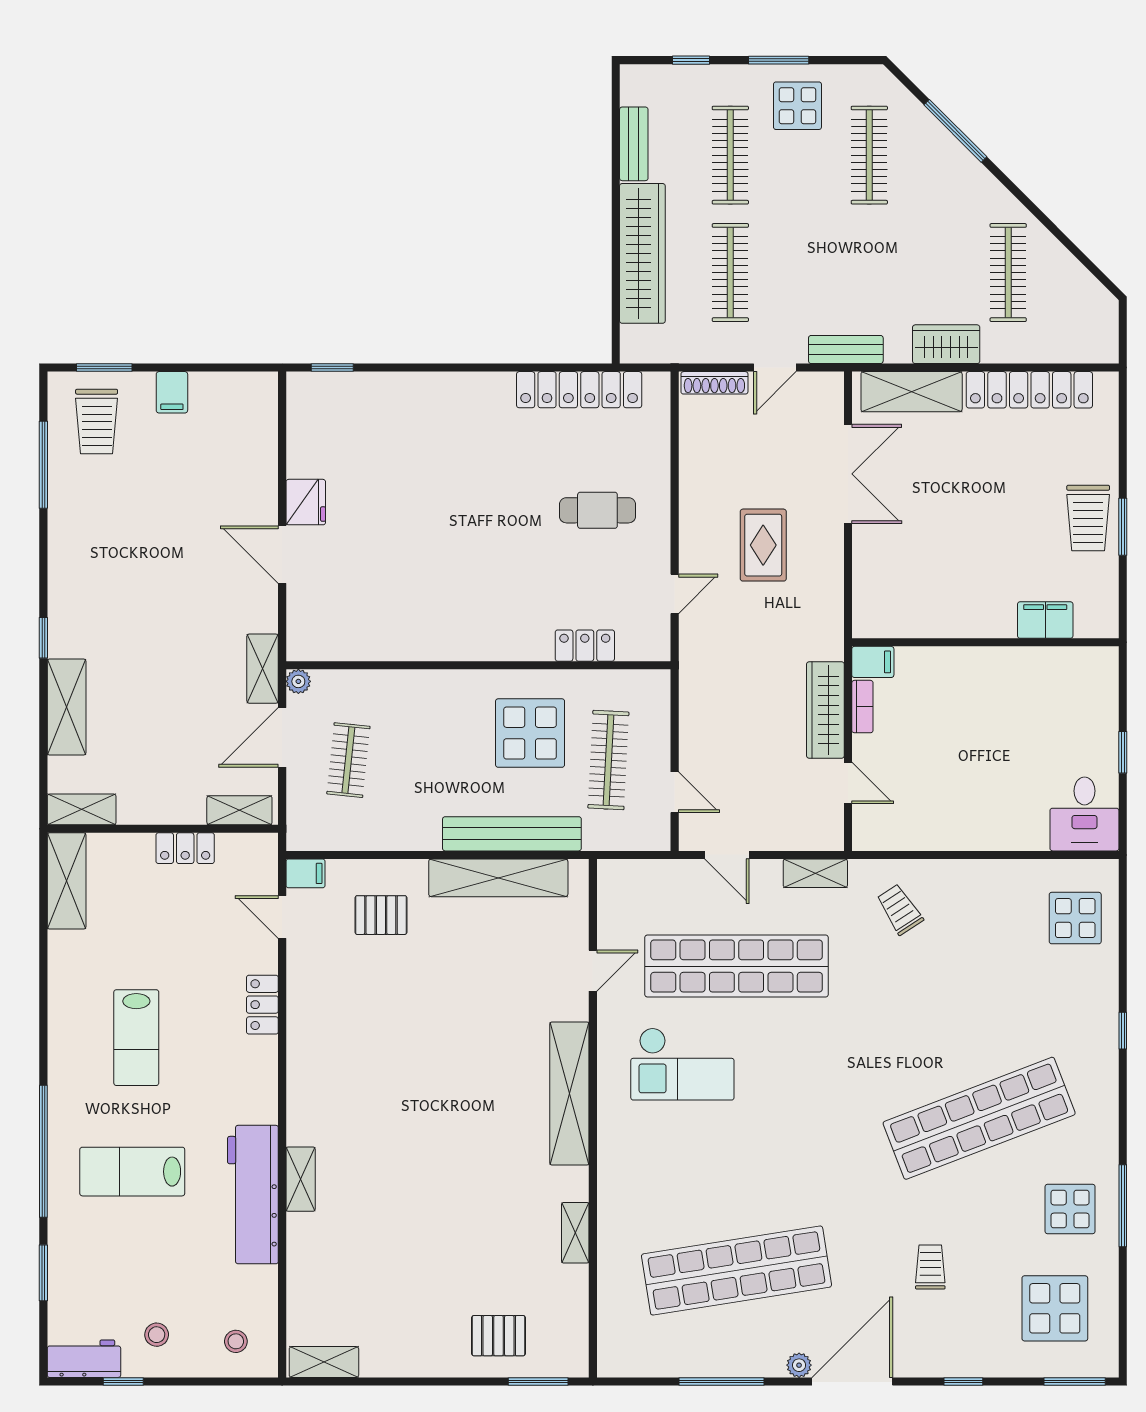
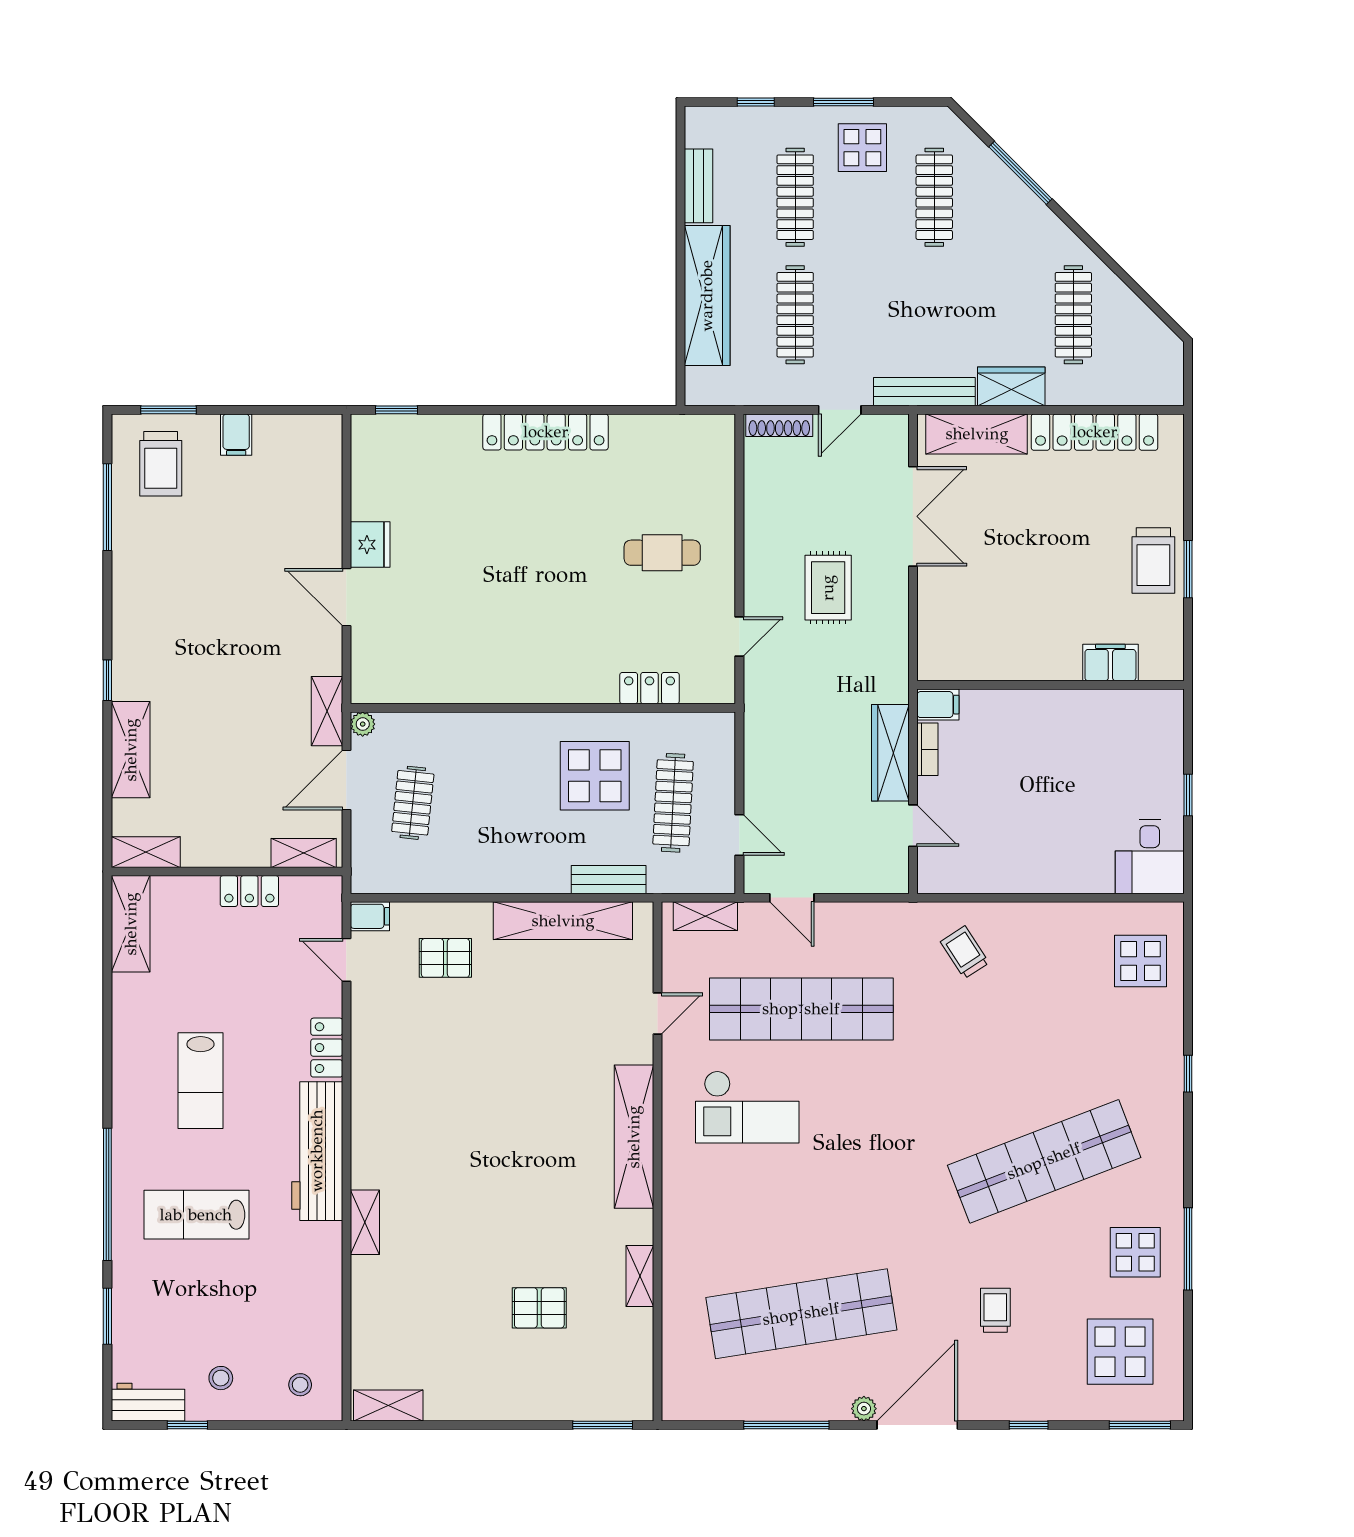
bench: (846, 349) -> (924, 392), width x1.36
locker: (579, 390) -> (546, 432), moved
bench: (512, 834) -> (609, 880), width x0.54, depth x0.82
shelving: (815, 873) -> (705, 916), moved
workbench: (253, 1195) -> (317, 1151), moved
pallet: (499, 1336) -> (539, 1308), moved

